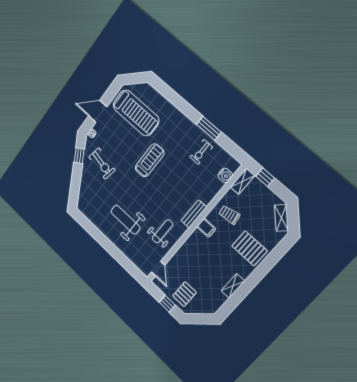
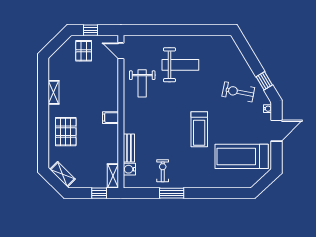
bench: (194, 214) -> (129, 148), moved
trolley: (229, 215) -> (102, 143), removed
pallet: (250, 248) -> (66, 132), turned 90

